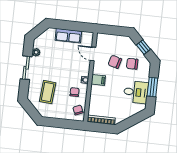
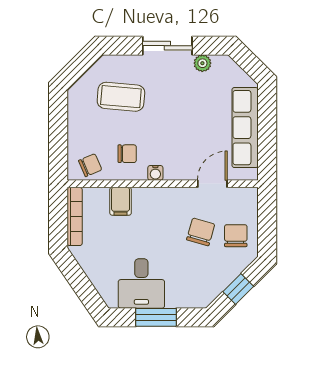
row of seats: (68, 36) -> (245, 128), width x1.48
chair: (132, 64) -> (236, 236), moved
filing cabinet: (98, 80) -> (121, 201), moved

